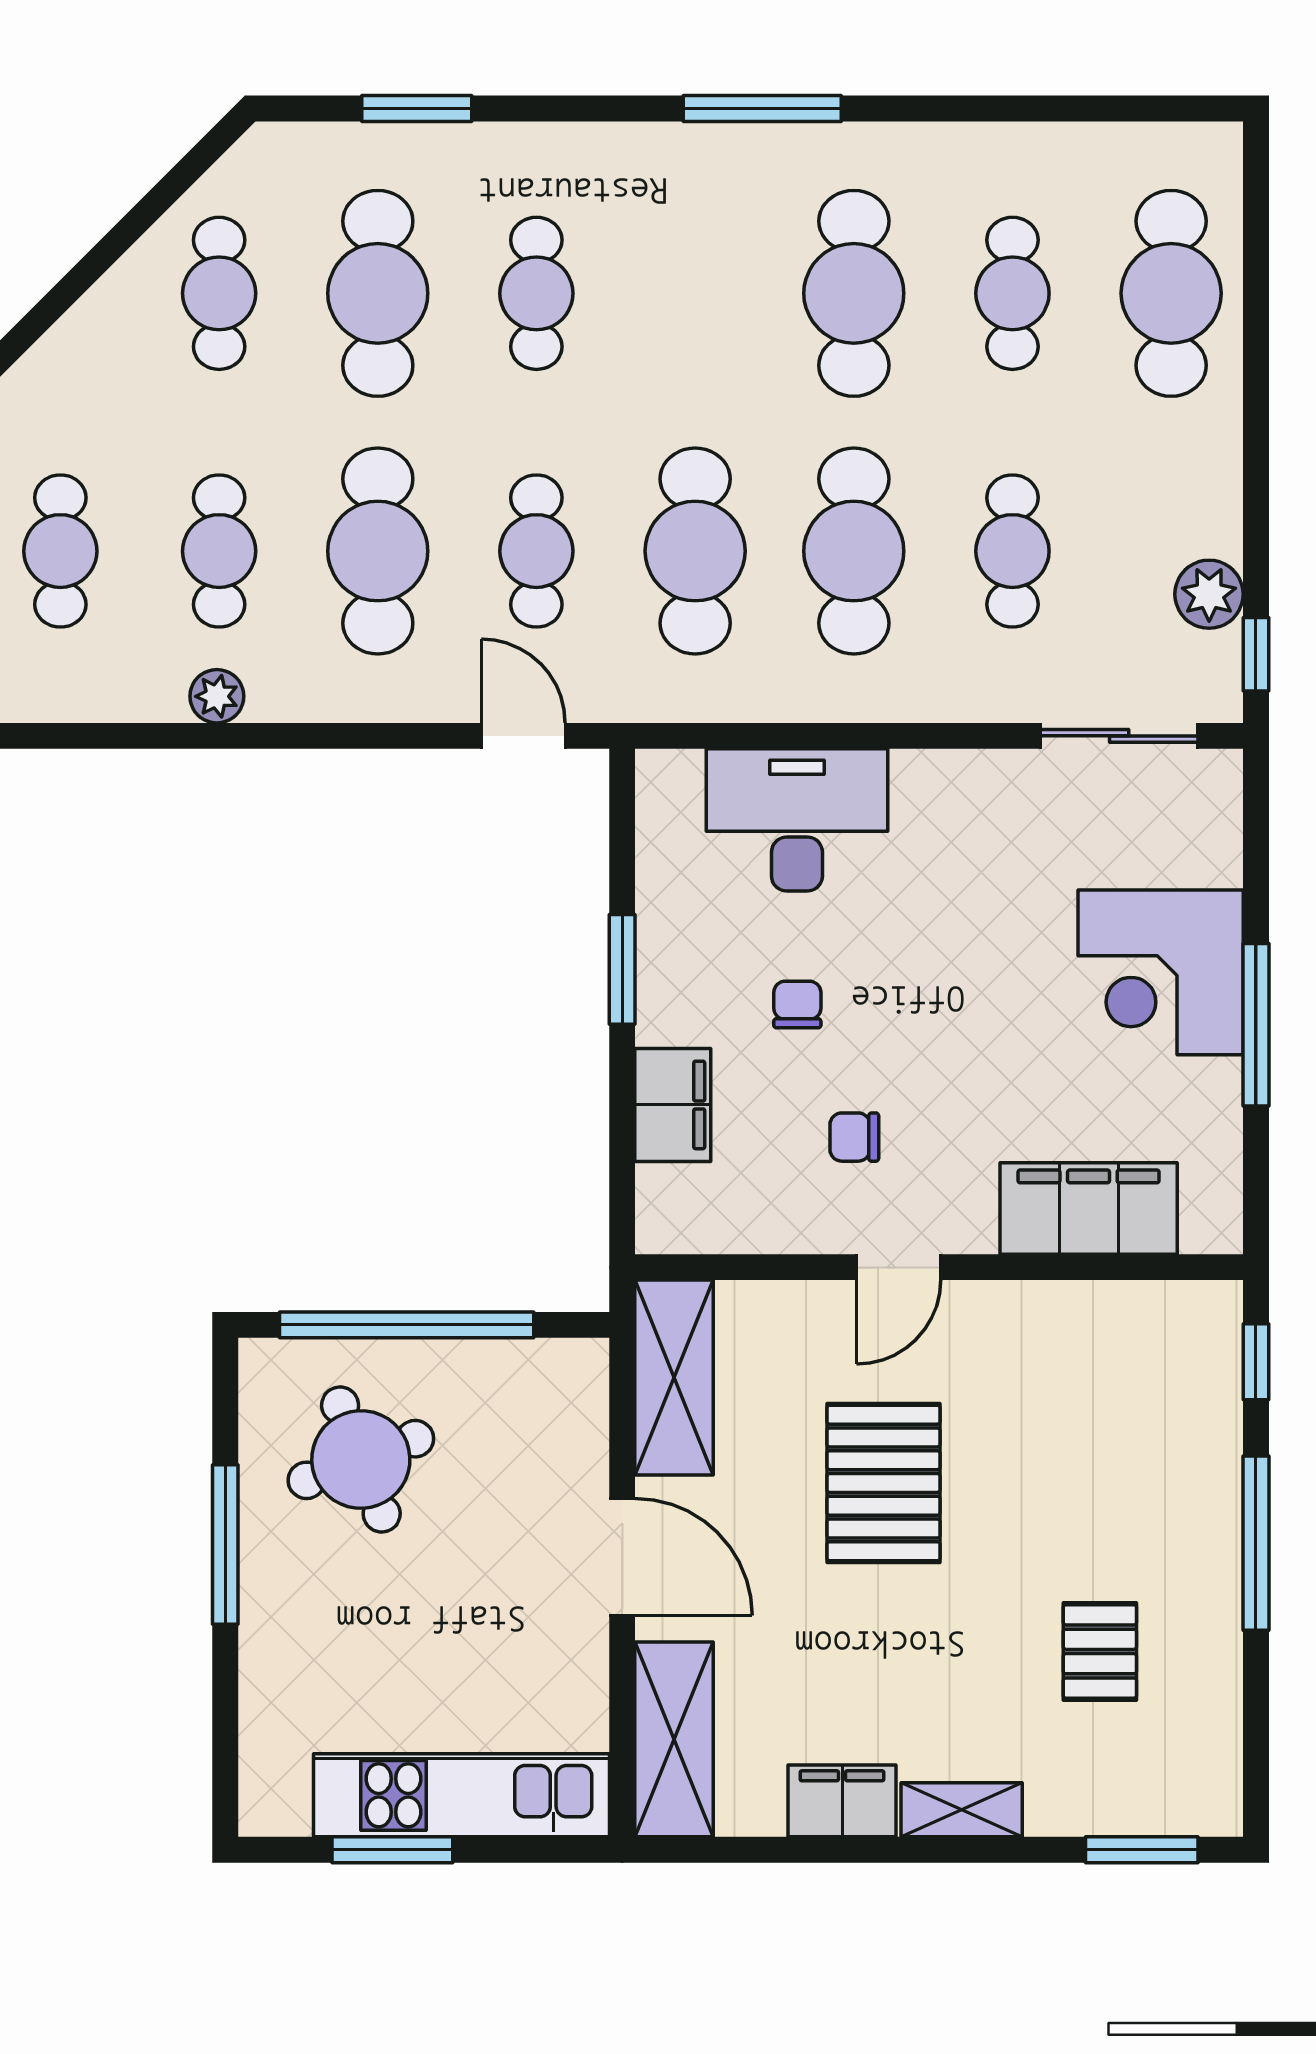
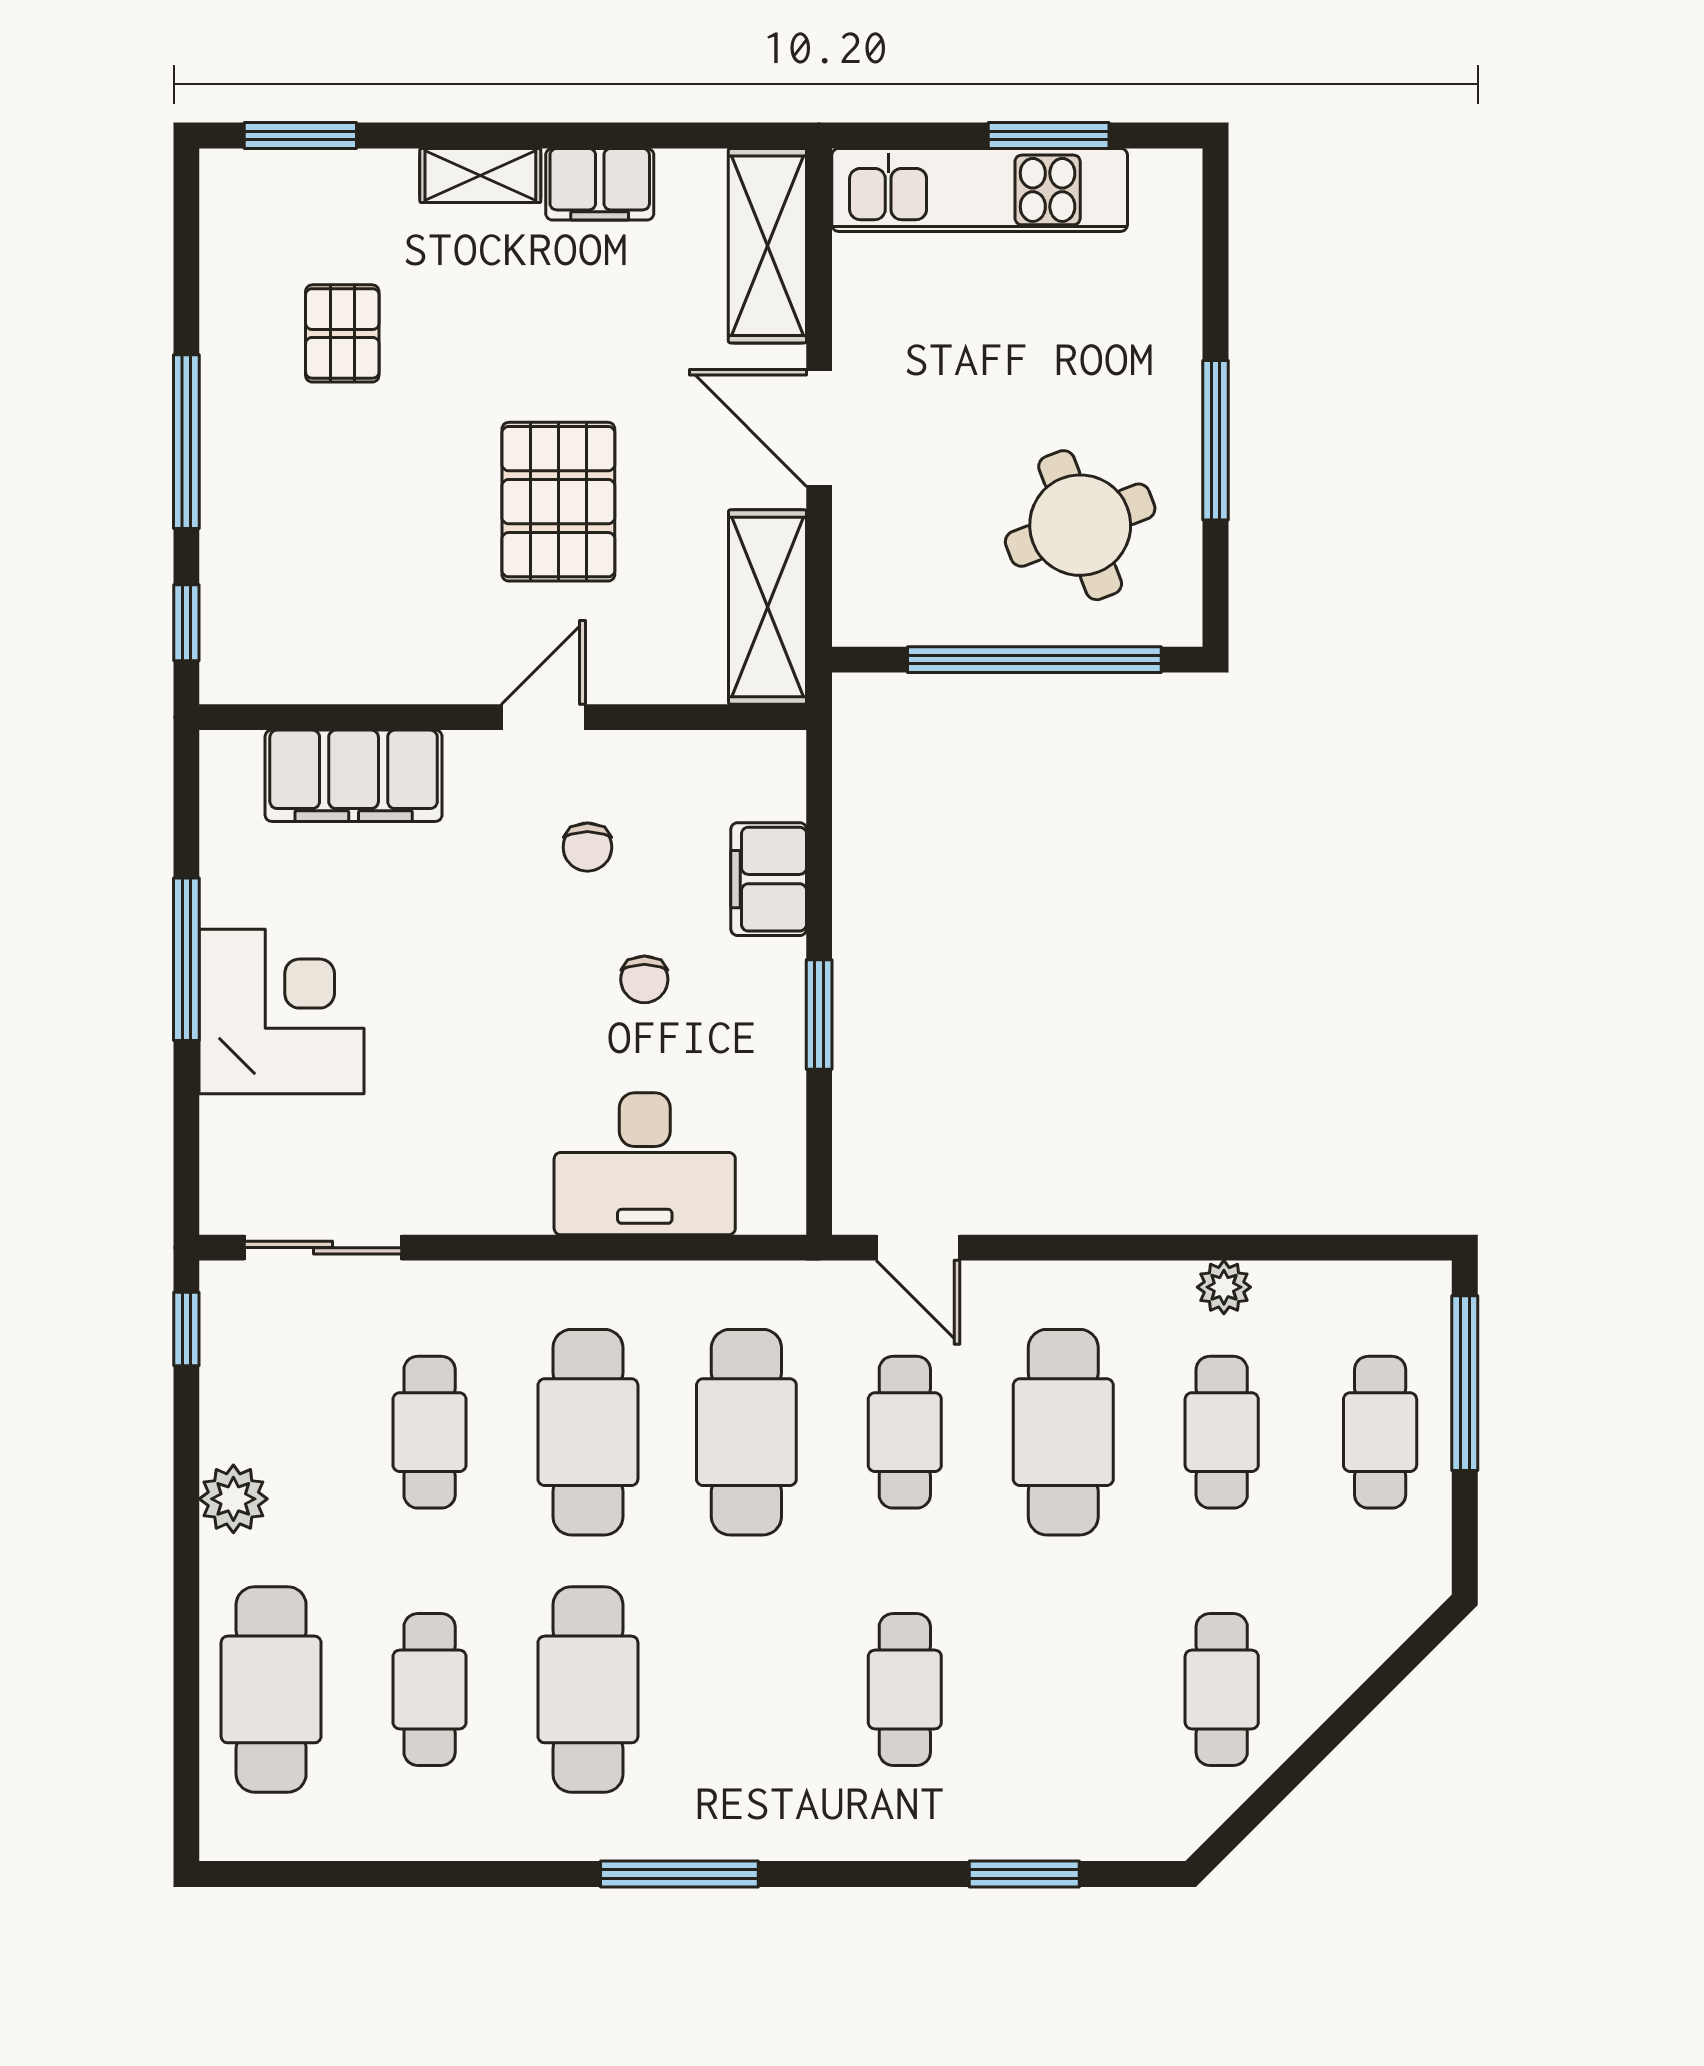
cafe table: (378, 293) -> (1063, 1689), removed
plant: (1209, 594) -> (233, 1499), moved
chair: (854, 1137) -> (587, 847), turned 90

